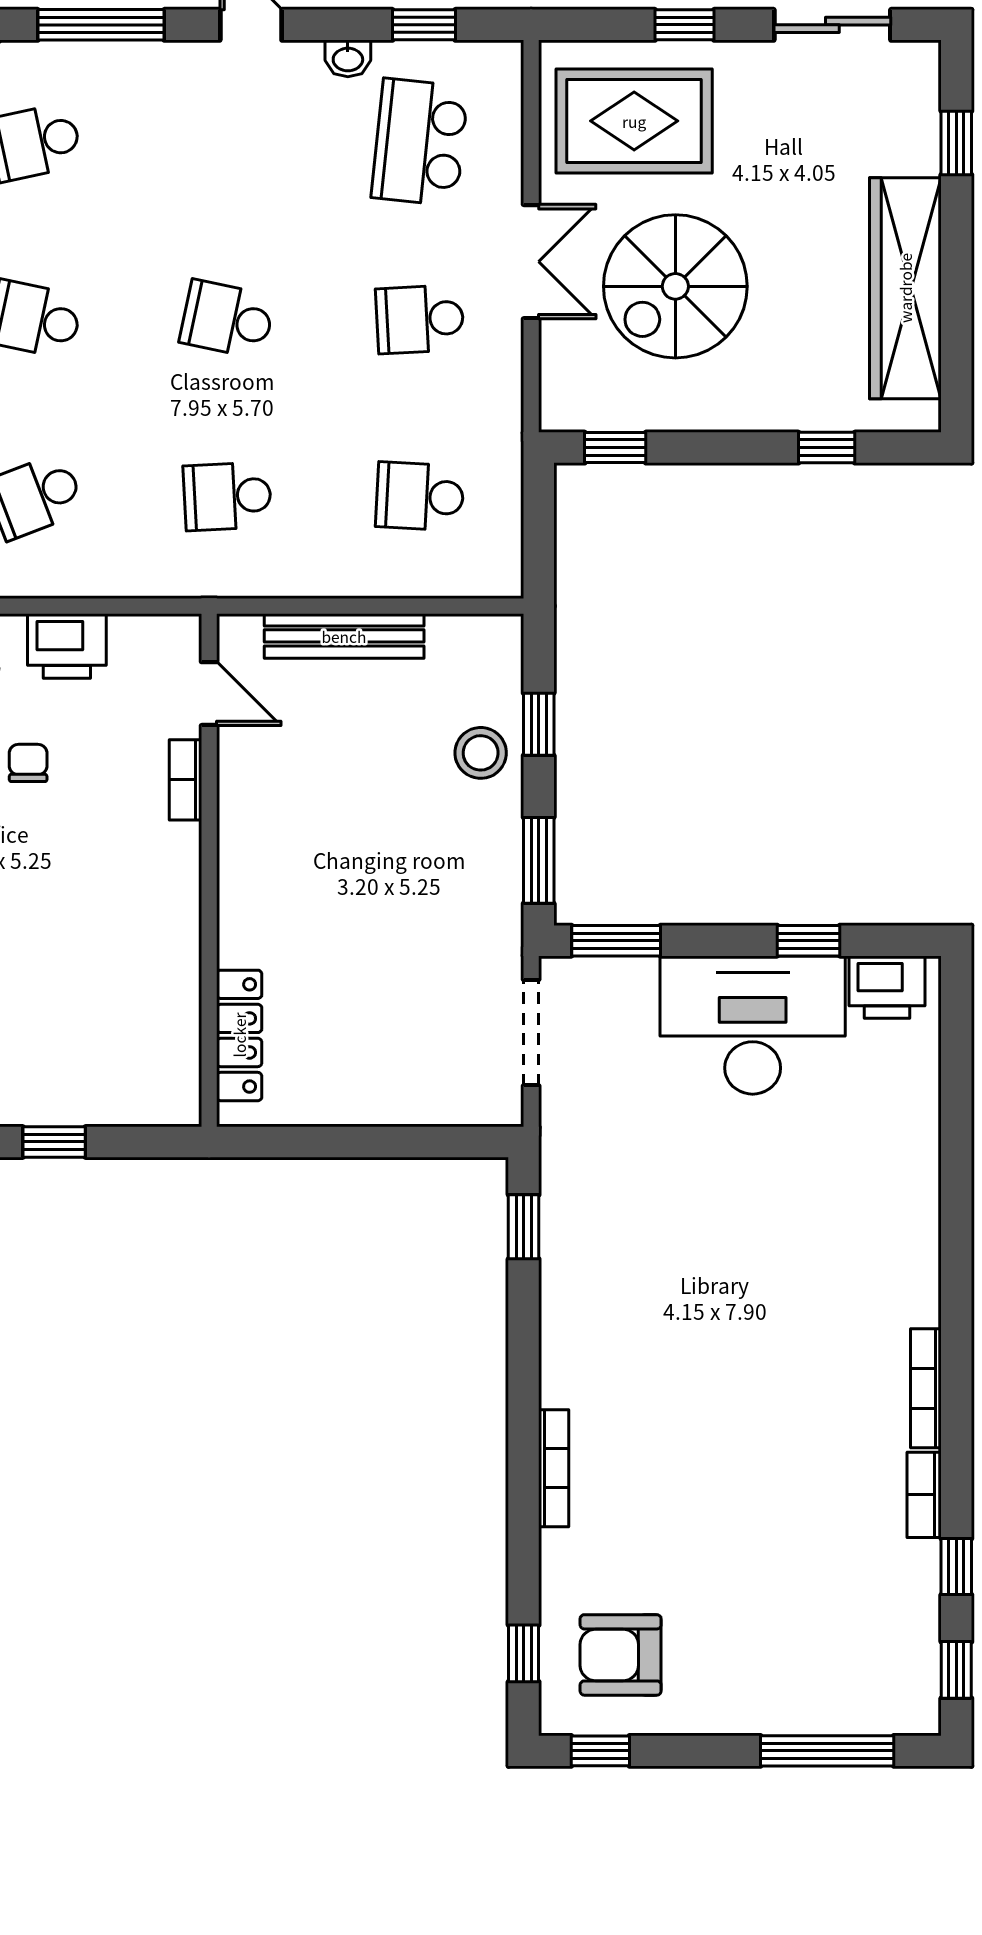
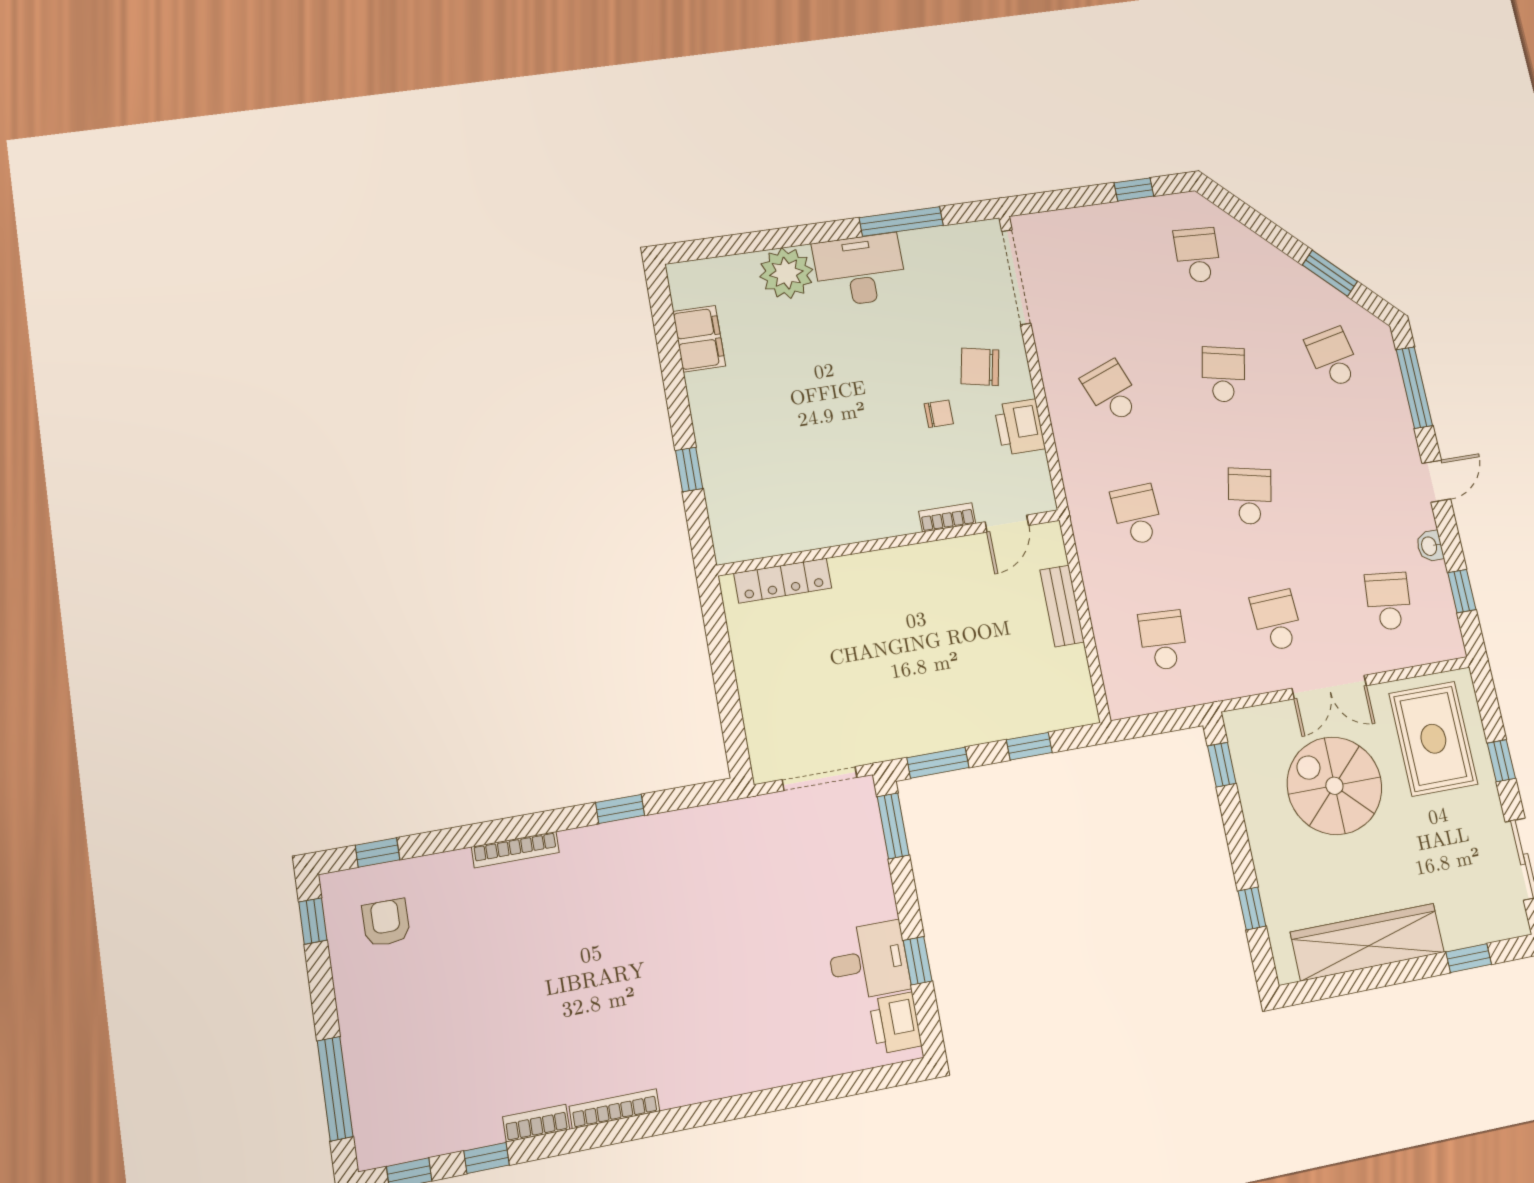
school desk: (420, 142) -> (1388, 601), width x0.54
bench: (344, 636) -> (1062, 606), width x0.73
stool: (481, 753) -> (1003, 710), removed
desk: (753, 1025) -> (869, 961), width x0.53, depth x0.77
window: (524, 1227) -> (620, 809), moved
armchair: (621, 1655) -> (386, 923), width x0.72, depth x0.72

